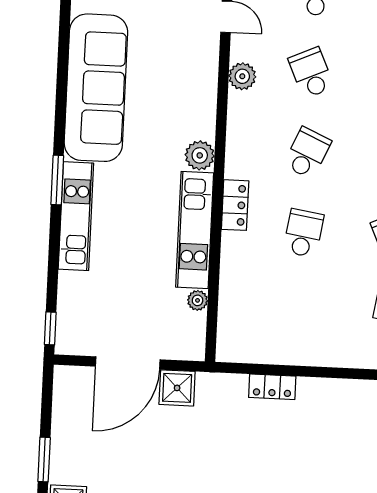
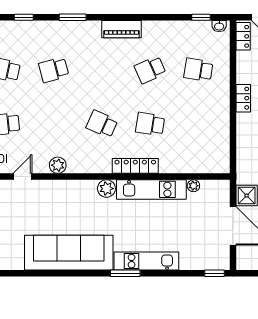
school desk: (311, 73) -> (54, 124), removed
locker: (235, 205) -> (135, 166), width x1.53
locker: (272, 387) -> (243, 98), moved

